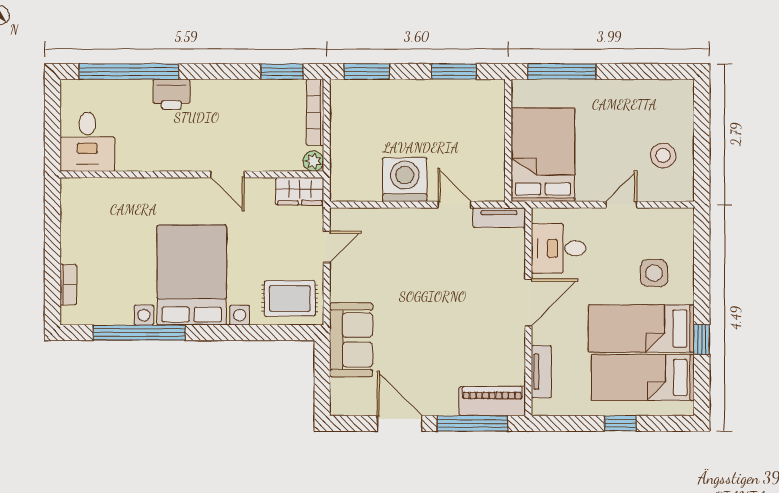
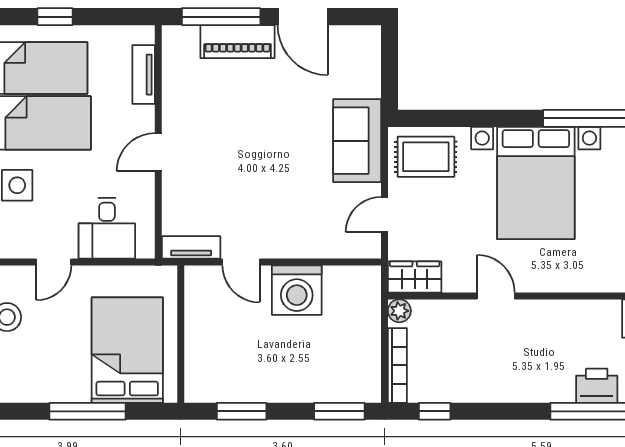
window: (282, 72) -> (435, 411), width x0.67
window: (562, 72) -> (88, 411), moved
printer: (171, 94) -> (597, 386), moved
bed: (543, 155) -> (127, 350), moved, turned 180
desk: (558, 248) -> (107, 228), moved, turned 90
door: (528, 302) -> (158, 152), width x0.73
sofa: (351, 340) -> (357, 141), moved
piano: (492, 401) -> (238, 42), moved

